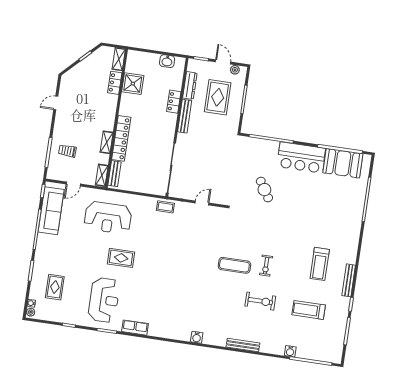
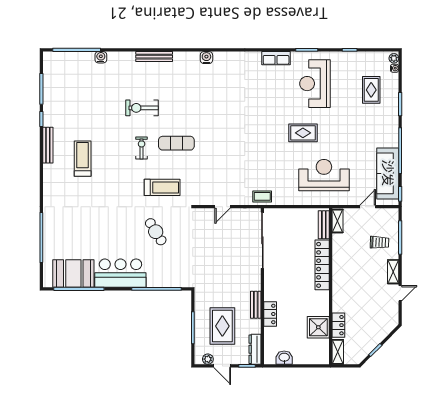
dresser: (190, 86) -> (255, 349), moved
bench: (185, 116) -> (256, 305), width x0.73
shelving: (107, 142) -> (393, 272), moved
treadmill: (309, 310) -> (162, 187), moved

